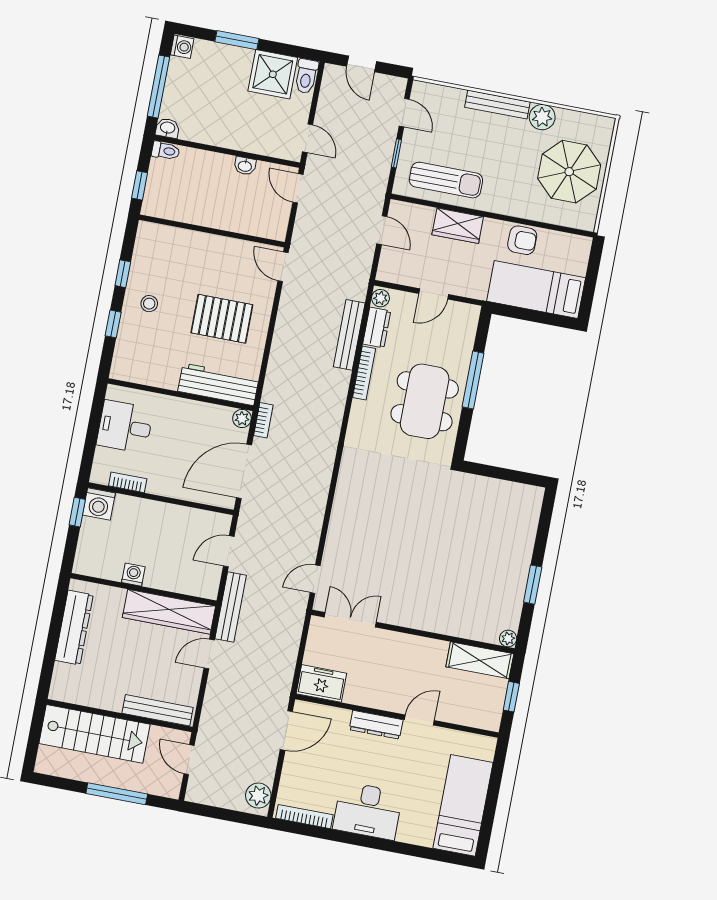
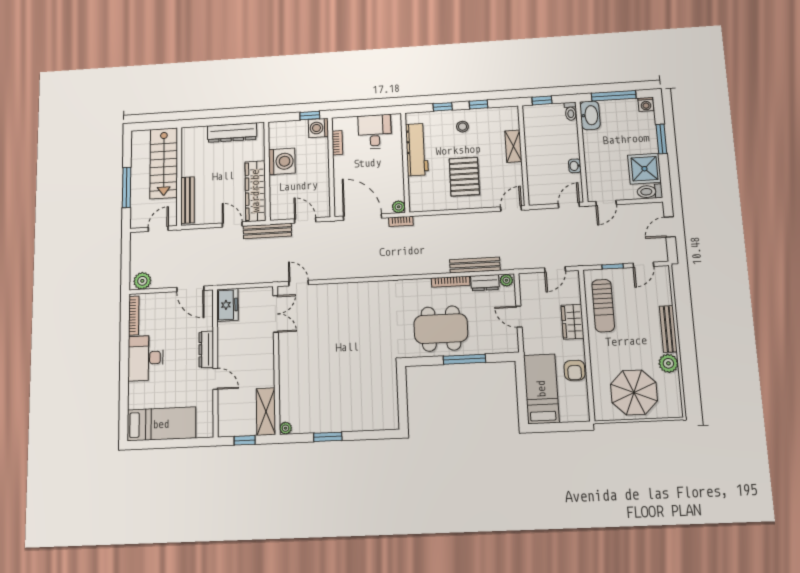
washbasin: (168, 128) -> (590, 115), width x1.91, depth x1.45
shelving: (196, 241) -> (513, 146), added
workbench: (218, 384) -> (417, 150), moved
washing machine: (133, 575) -> (282, 161), width x1.89, depth x1.89

